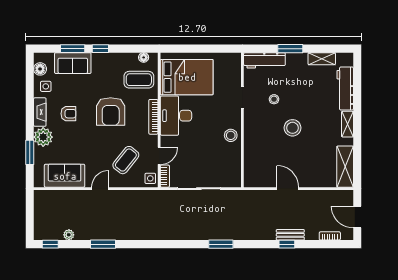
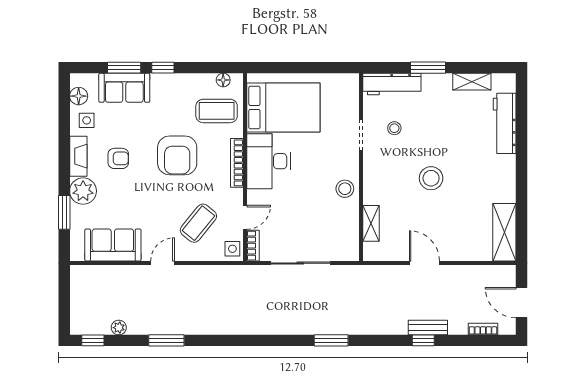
stool: (274, 99) -> (394, 128), moved
shelving: (347, 124) -> (371, 223), moved

